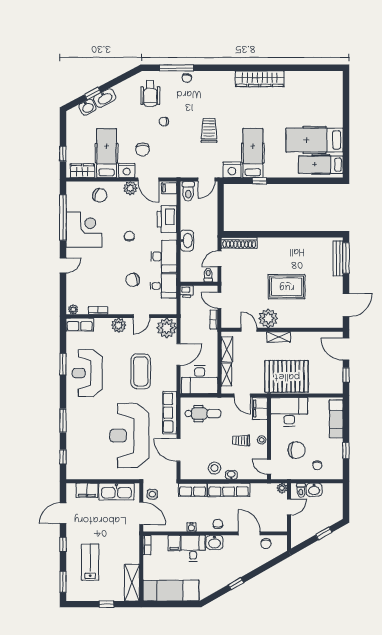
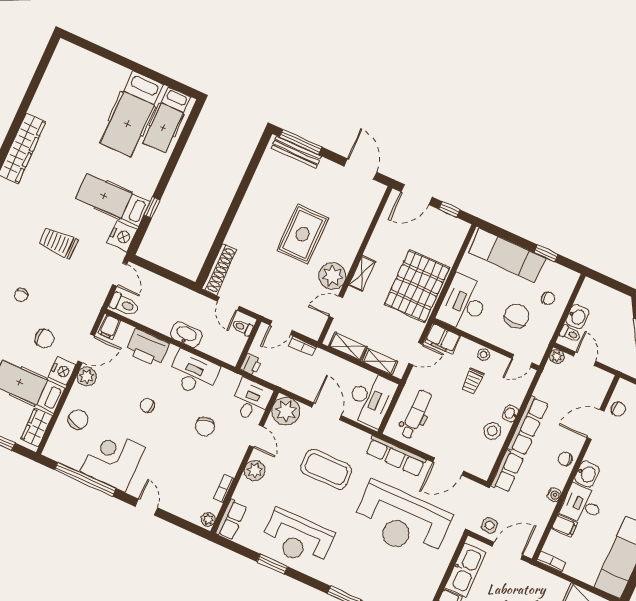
desk: (163, 286) -> (251, 400), moved
exam couch: (336, 419) -> (507, 255), width x1.36, depth x1.45

